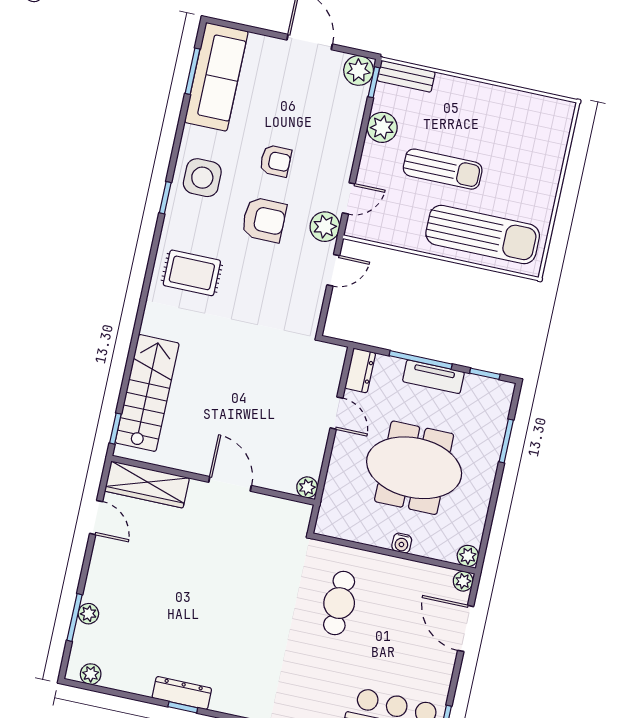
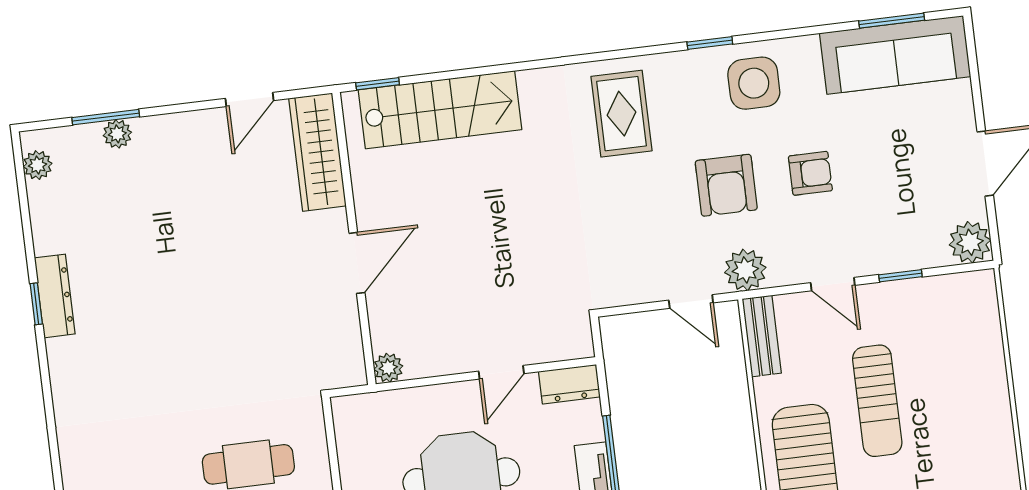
bench: (406, 76) -> (762, 336), moved
window: (374, 82) -> (900, 276), moved
plant: (382, 127) -> (905, 300), removed
armchair: (276, 161) -> (810, 173), turned -90
door: (349, 198) -> (833, 284), moved

